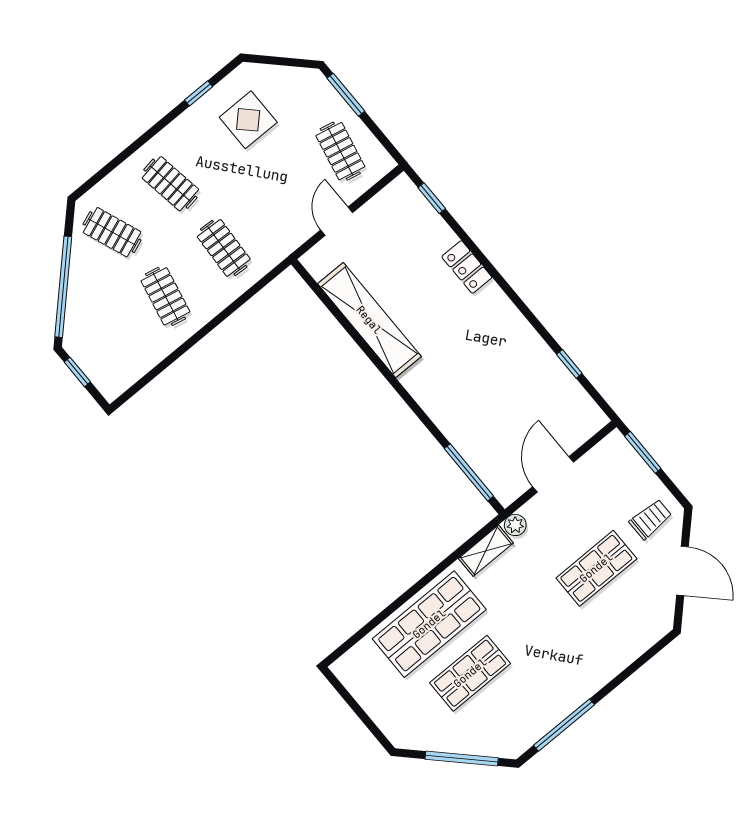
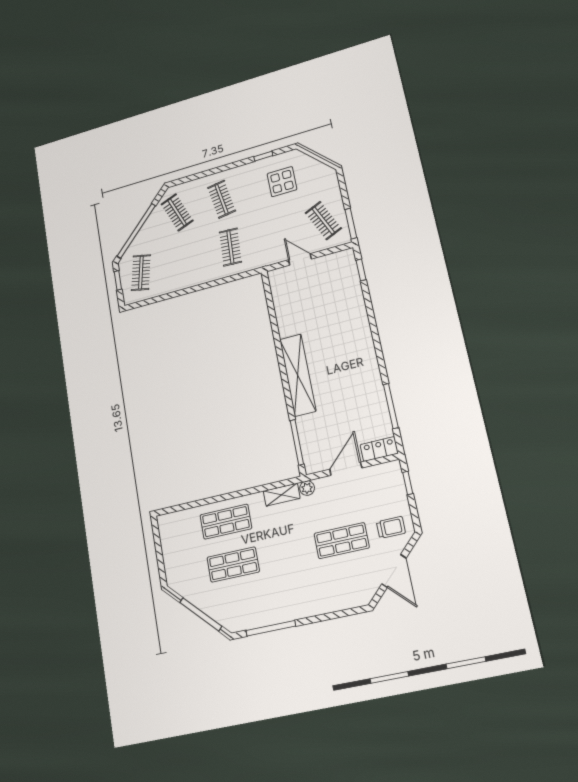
window: (346, 95) -> (351, 224), moved
clothes rail: (340, 151) -> (323, 221), turned -36
door: (337, 221) -> (300, 259), hinge flipped
locker: (467, 267) -> (379, 449), moved, turned 90
clothes rail: (165, 296) -> (141, 273), moved
shelving: (369, 320) -> (298, 375), moved
window: (569, 364) -> (391, 406), width x2.17
window: (643, 452) -> (408, 483), width x0.67
shop shelf: (429, 624) -> (226, 522), width x0.70, depth x0.74

